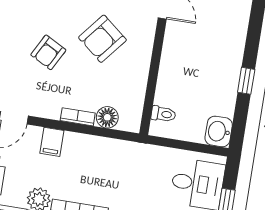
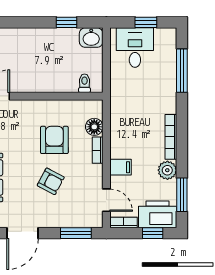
armchair: (102, 39) -> (54, 140), moved, turned -129
window: (246, 81) -> (67, 22), moved

